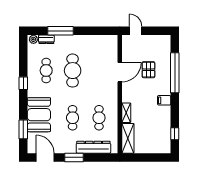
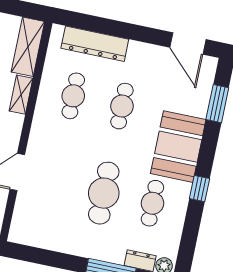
booth: (39, 115) -> (178, 147), moved
window: (74, 157) -> (135, 32), removed

